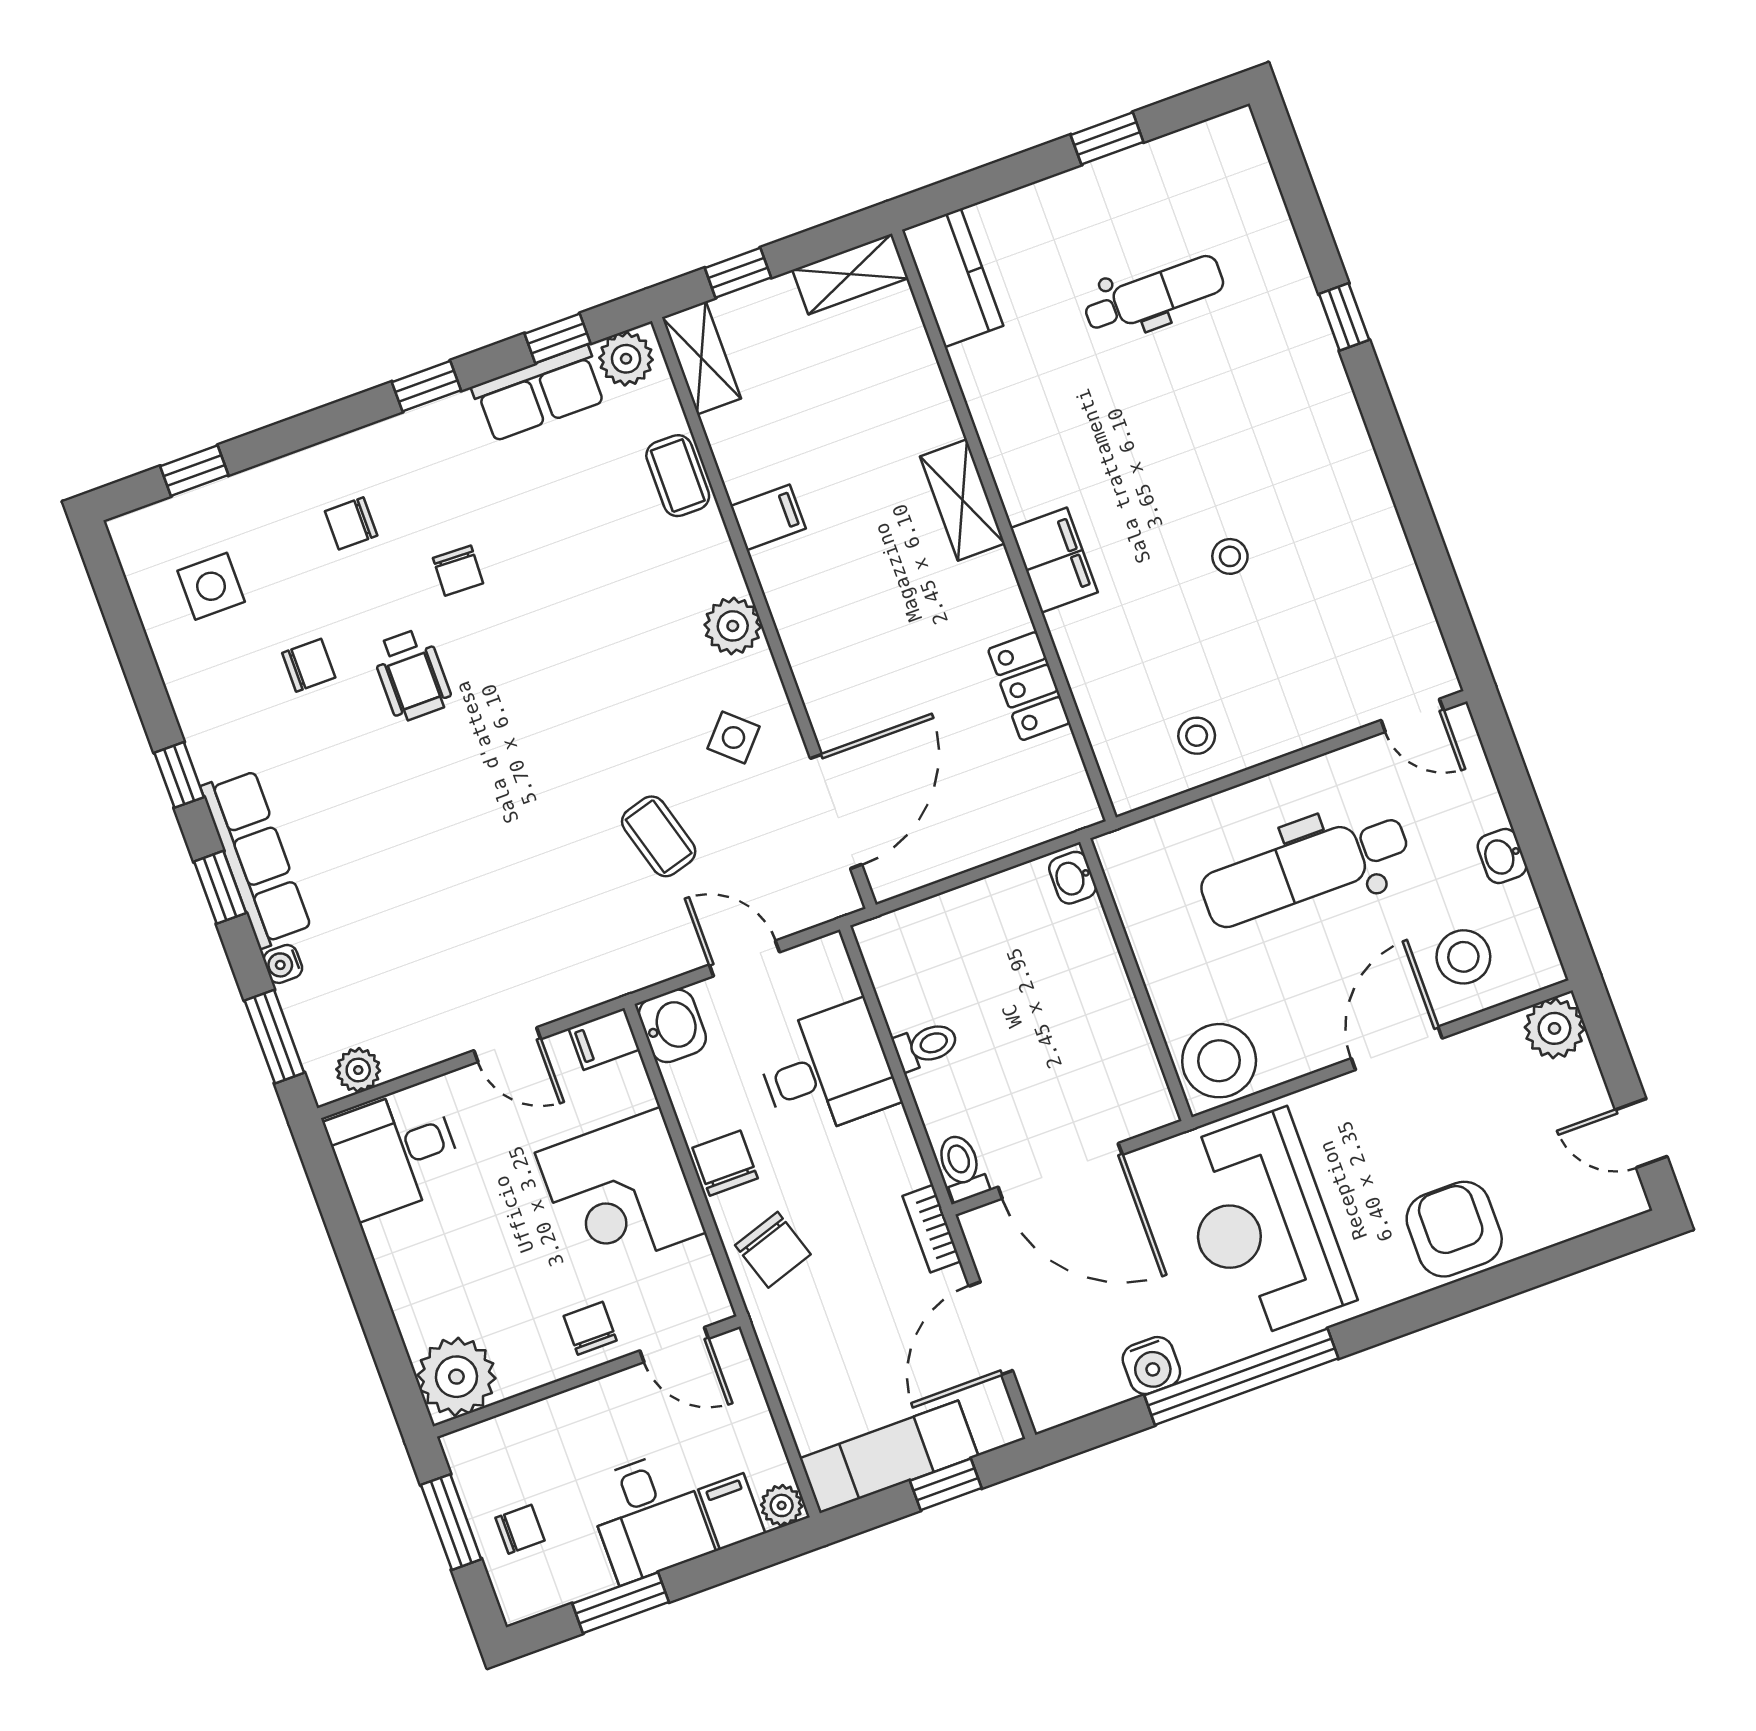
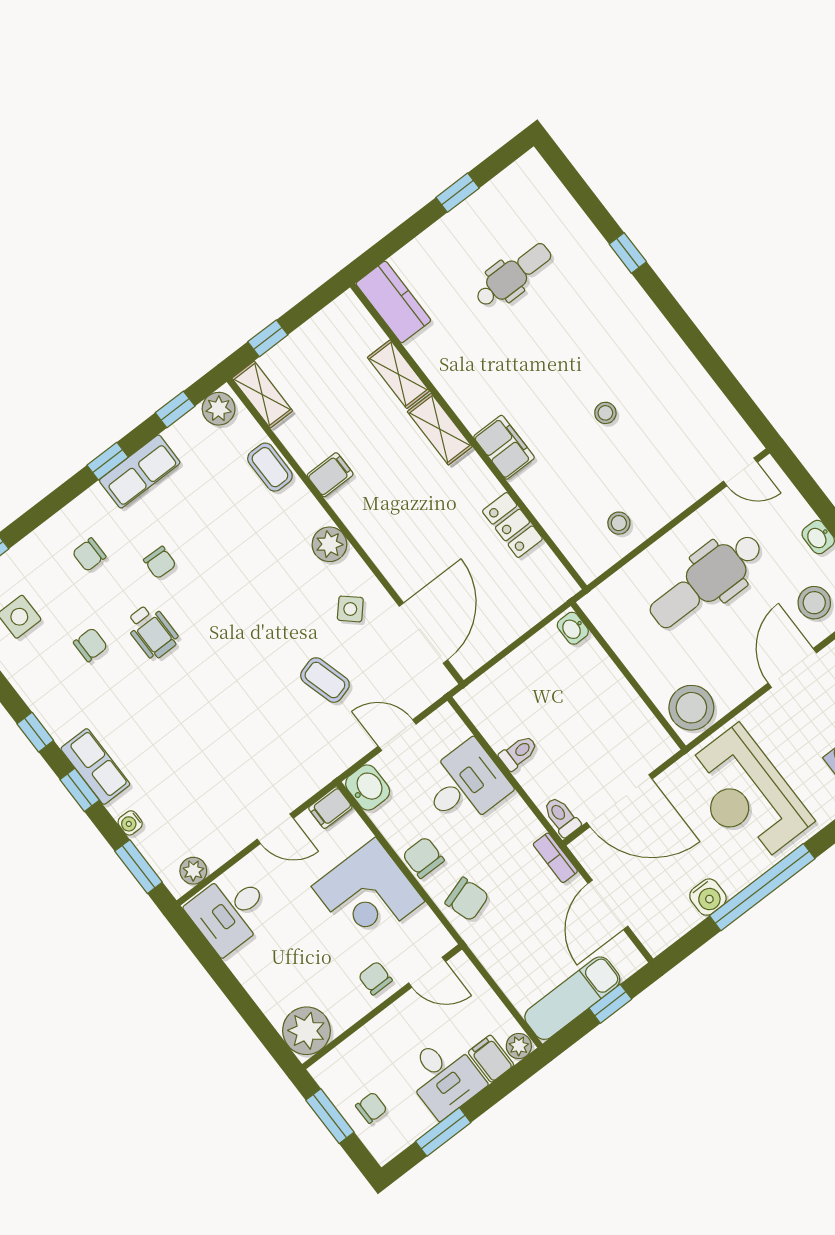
shelving: (850, 274) -> (398, 374), moved, turned 90
row of seats: (539, 394) -> (140, 472), moved
row of seats: (256, 858) -> (95, 766), width x0.68

